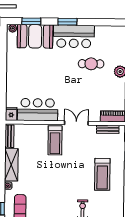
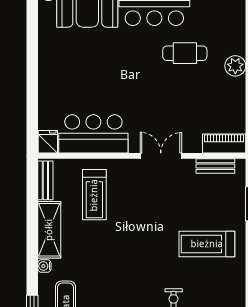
treadmill: (55, 140) -> (94, 195), moved
treadmill: (102, 174) -> (207, 244), turned 90

